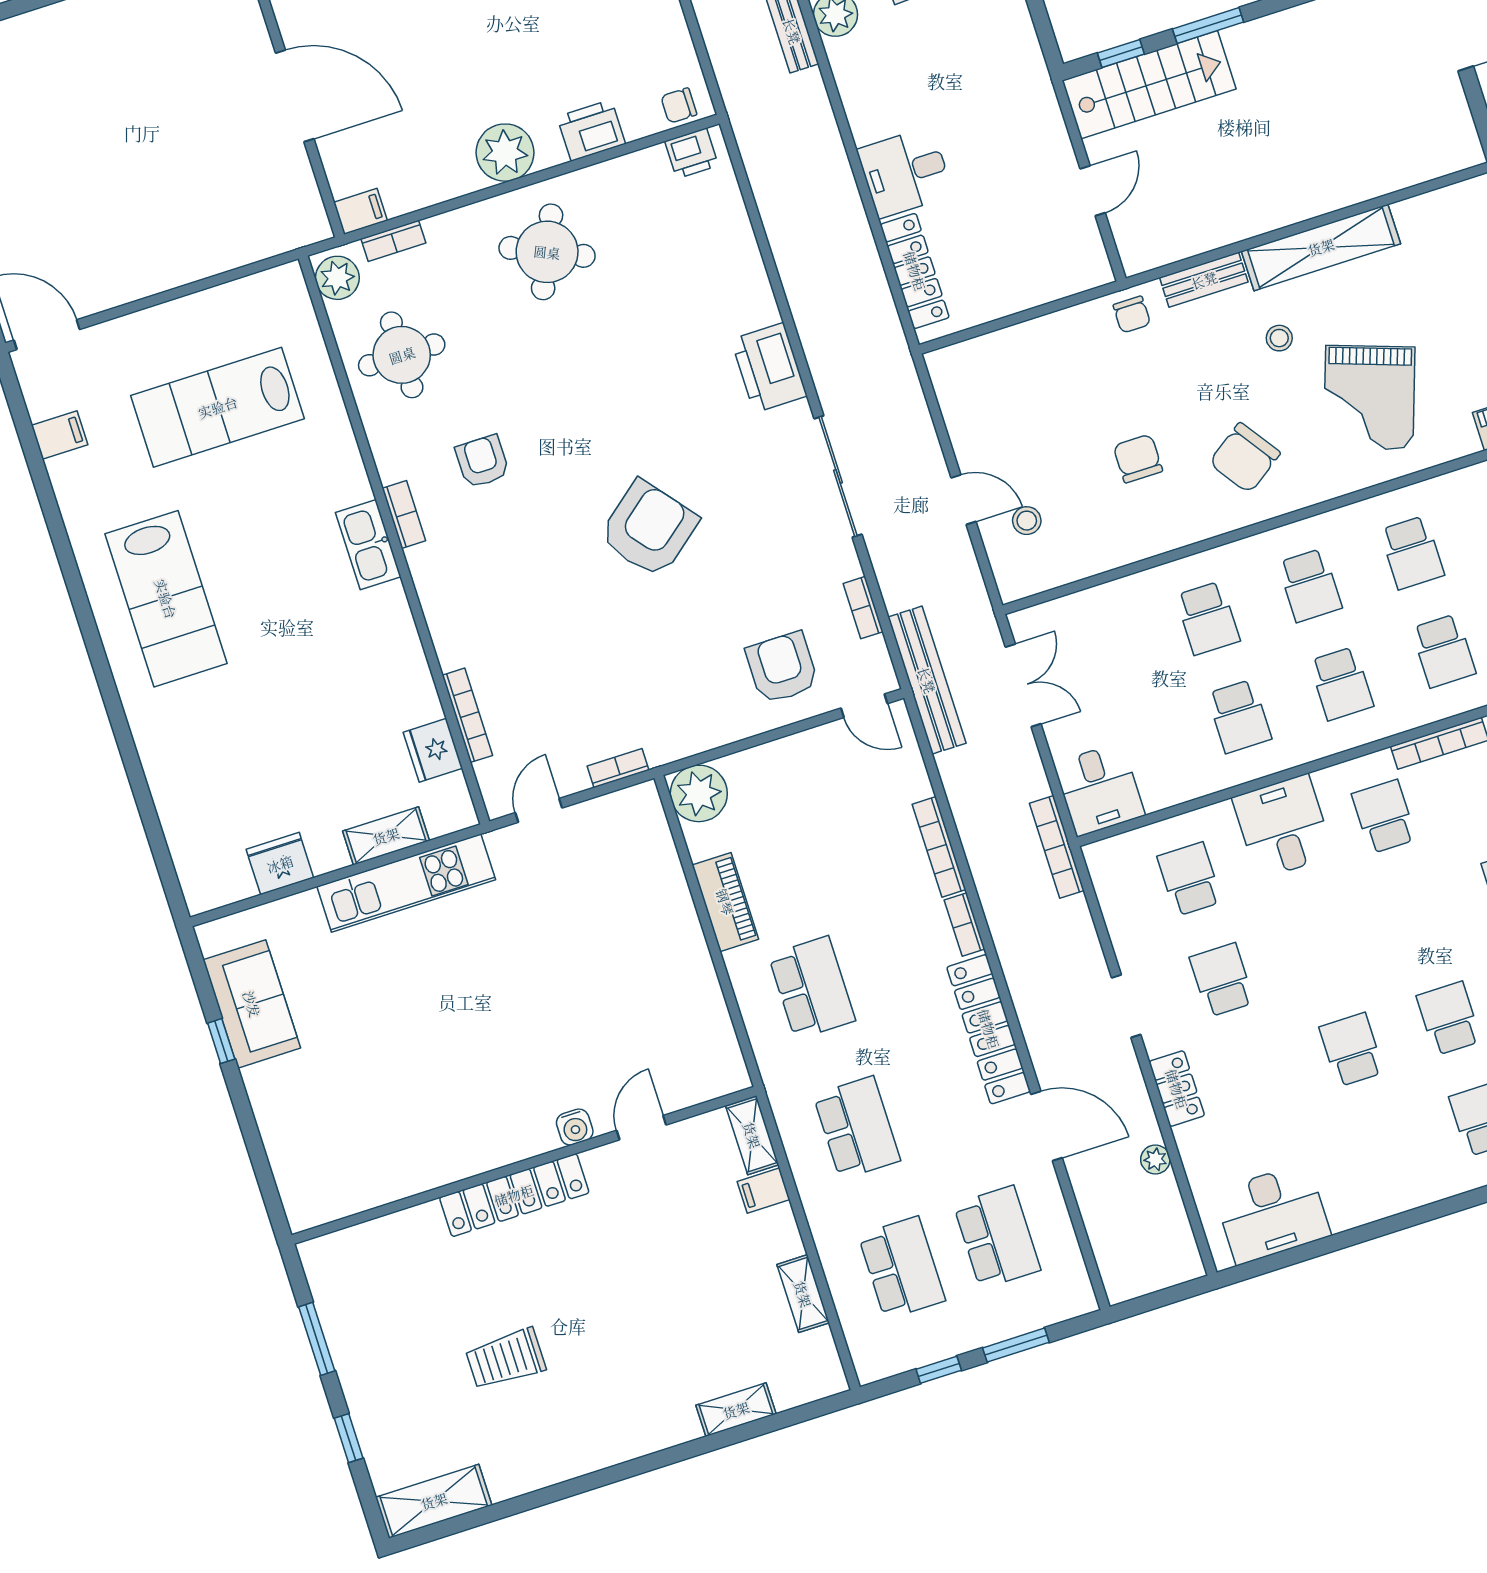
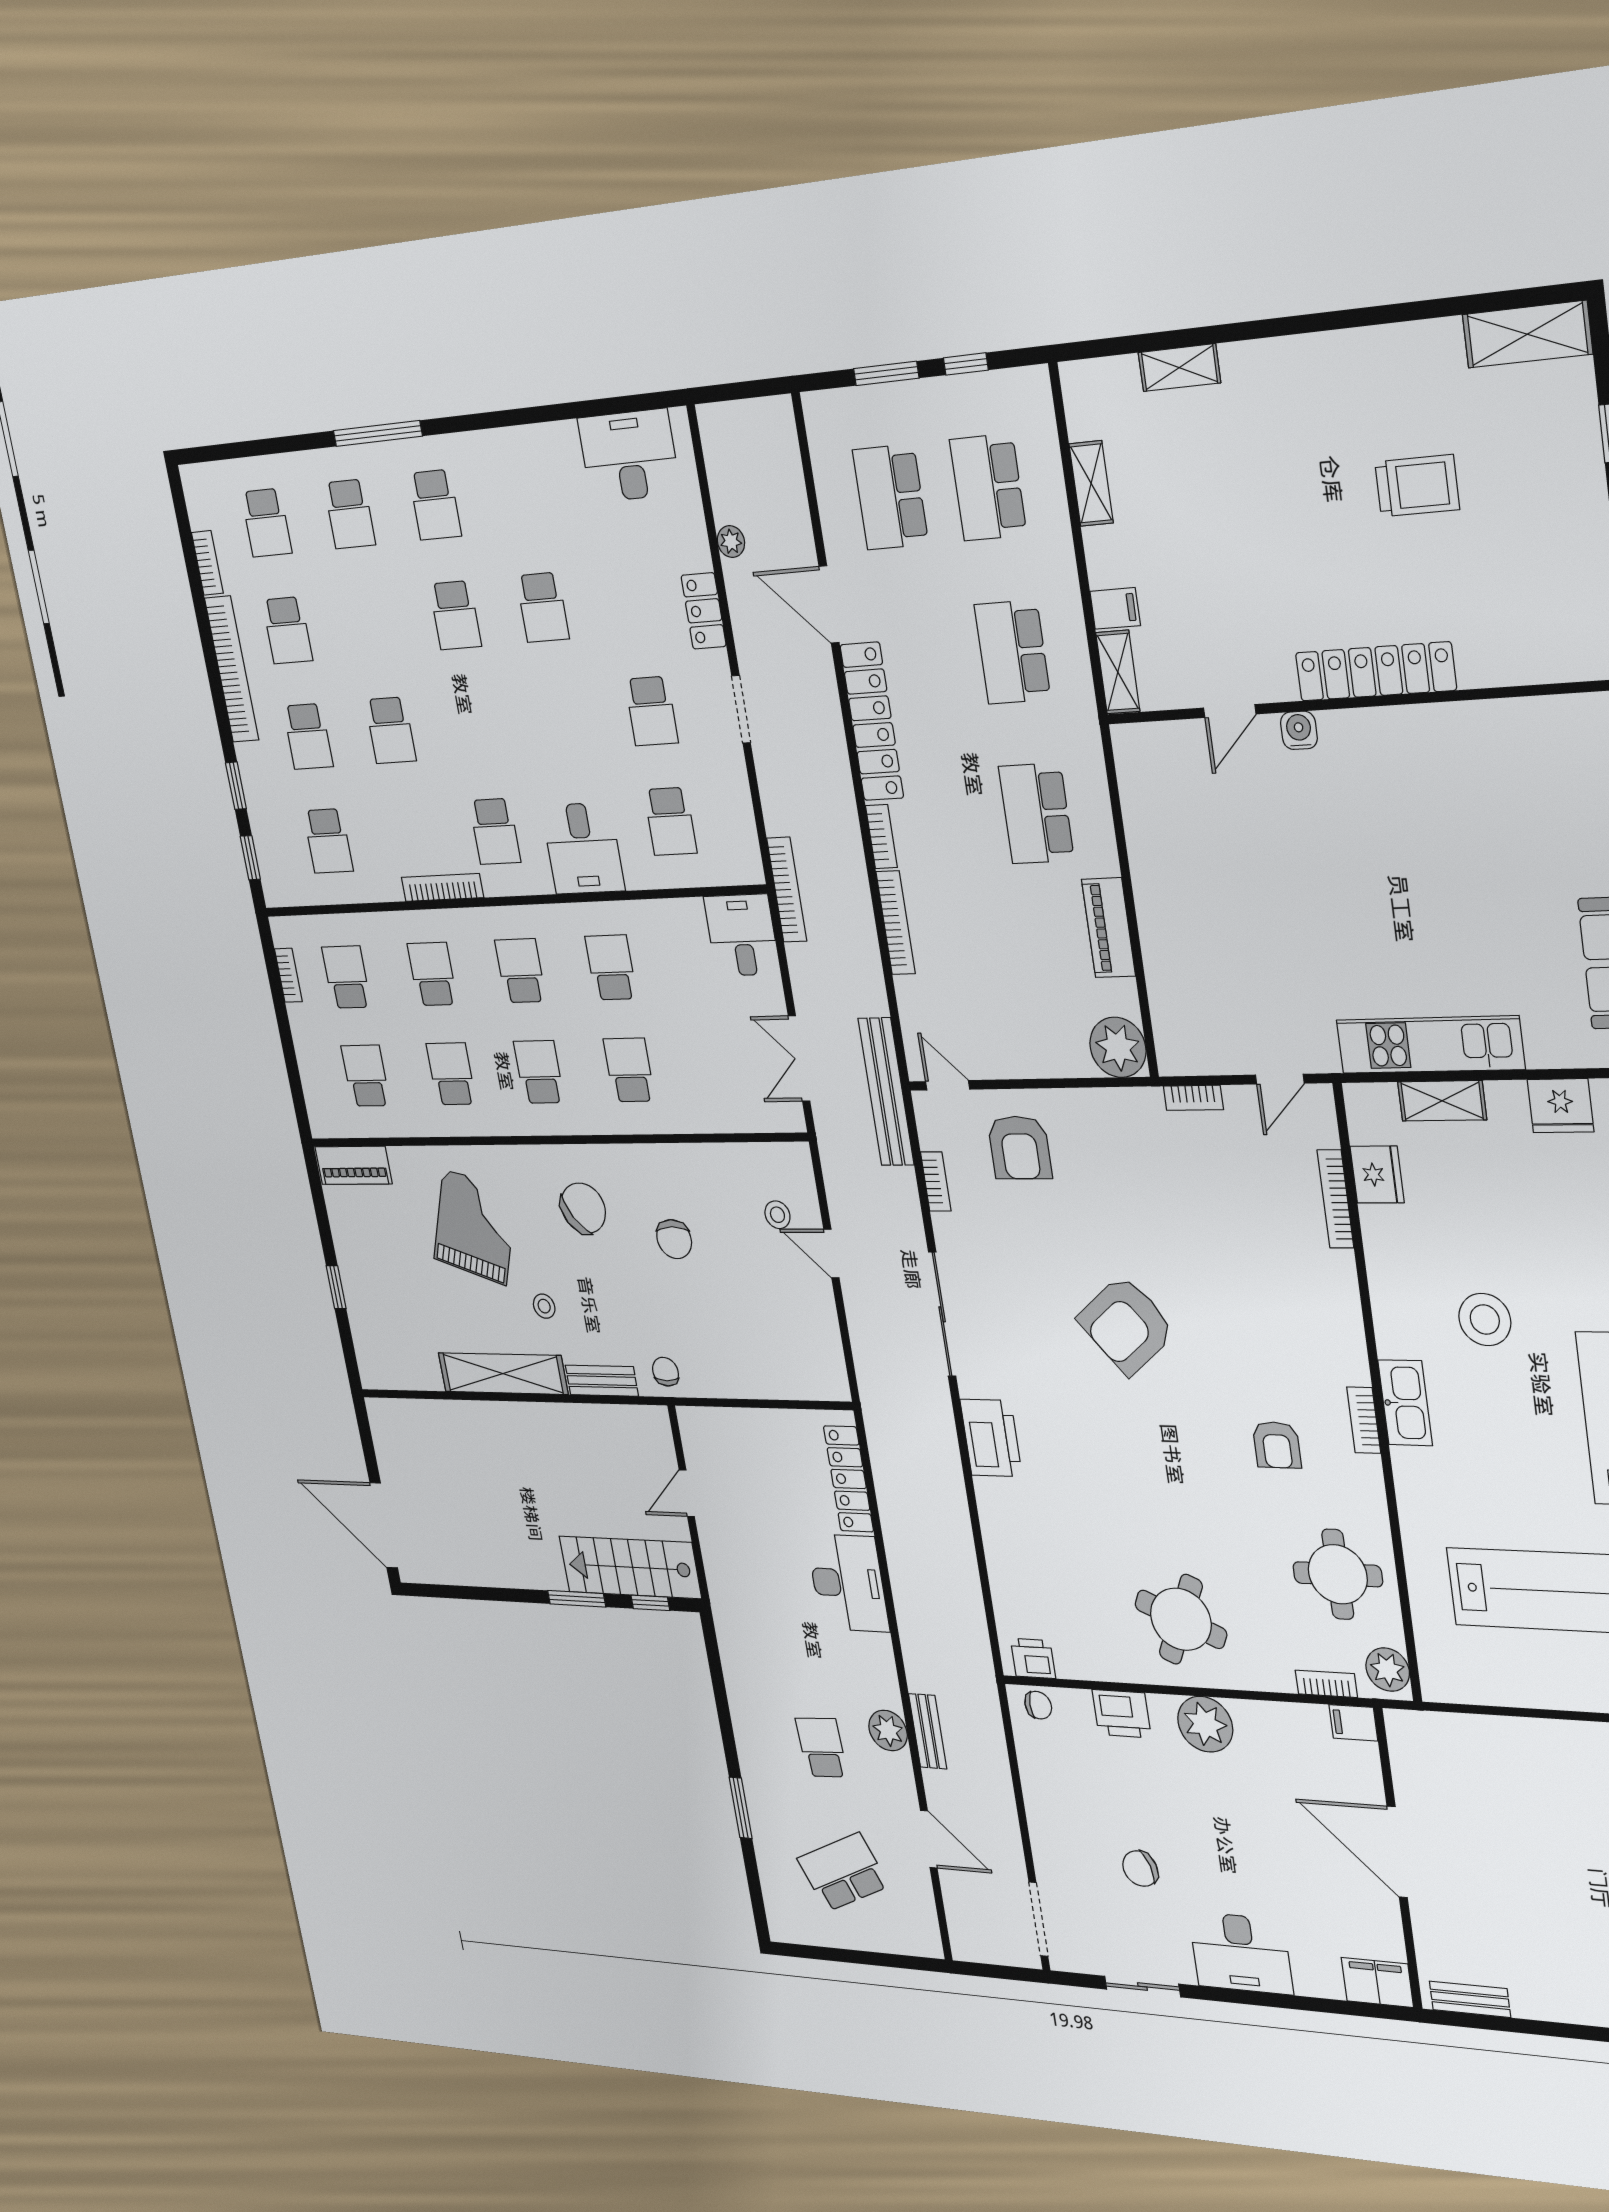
desk: (905, 172) -> (848, 1583), width x1.37
stool: (310, 648) -> (1485, 1320), added

